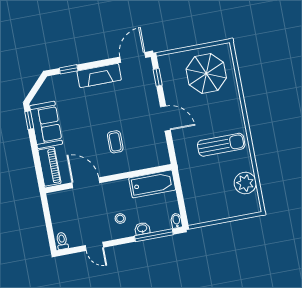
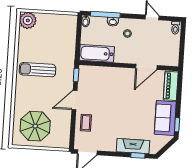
fireplace: (99, 75) -> (133, 146), moved
window: (158, 77) -> (76, 75), moved
door: (165, 118) -> (74, 100), hinge flipped
coffee table: (115, 142) -> (86, 123), moved
door: (86, 183) -> (146, 67), hinge flipped
plant: (245, 183) -> (28, 20), moved

